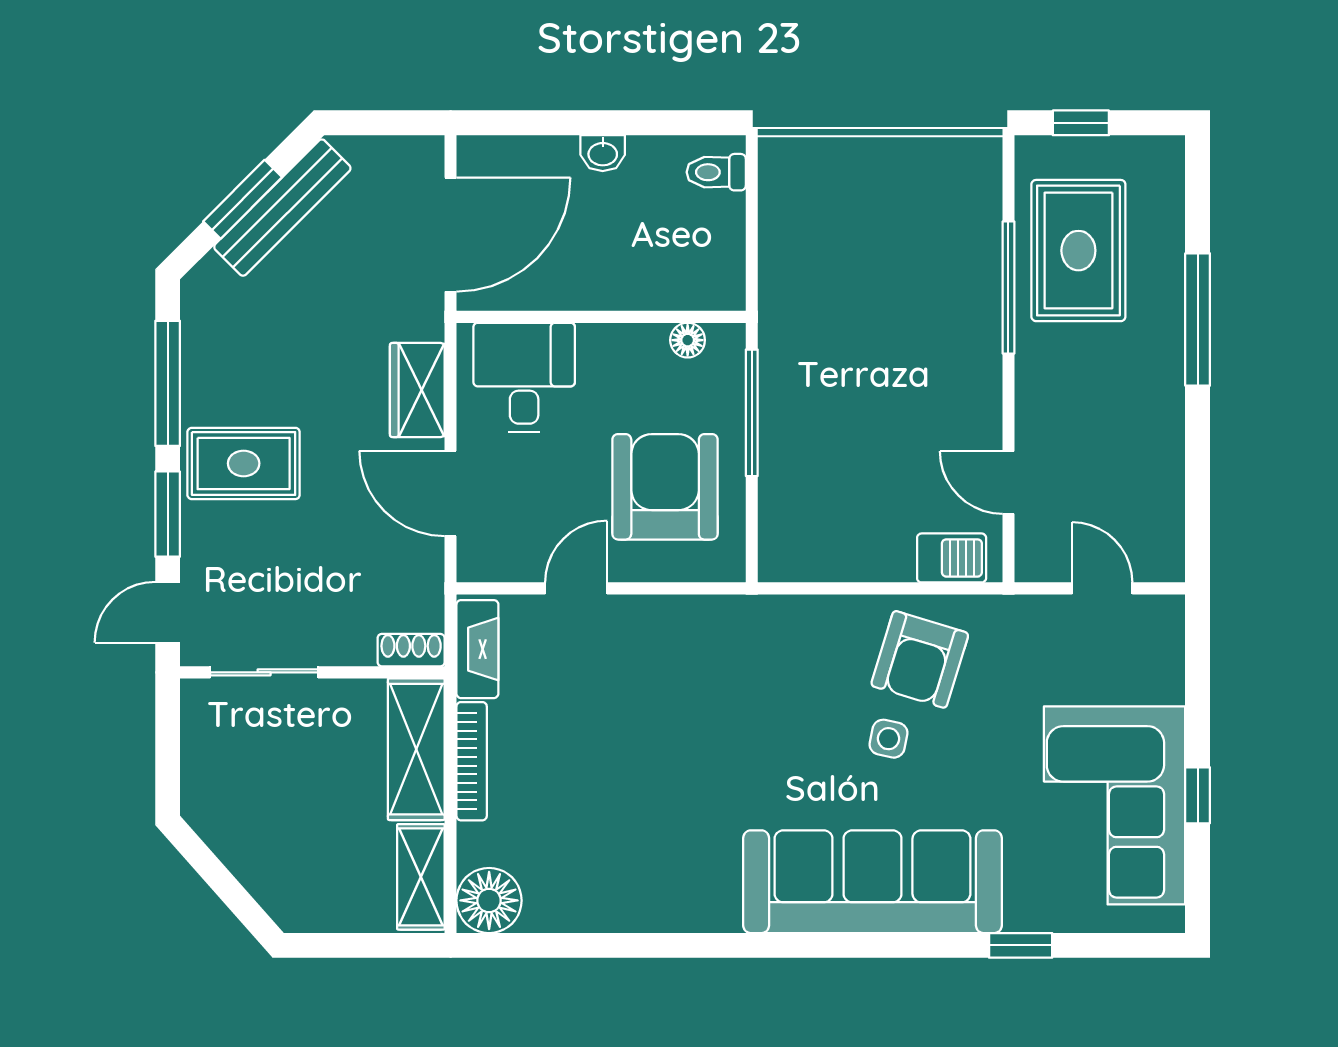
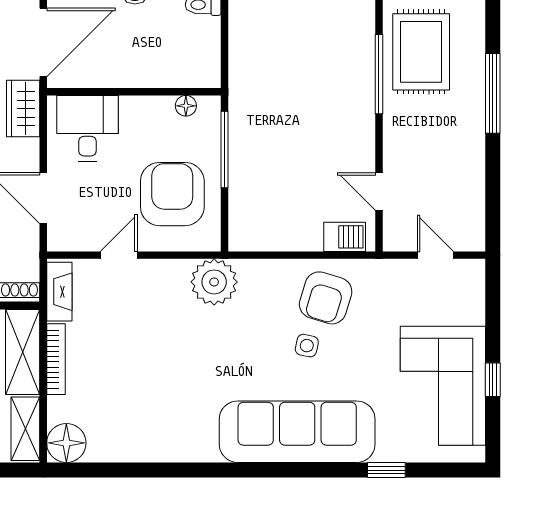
wardrobe: (417, 390) -> (23, 109), moved
plant: (734, 633) -> (214, 282), added

